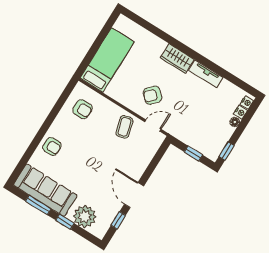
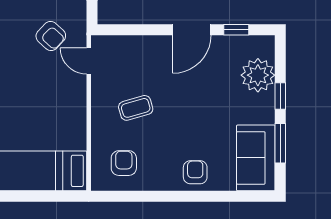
armchair: (152, 95) -> (51, 36), moved
coffee table: (124, 127) -> (136, 108), moved
sofa: (45, 190) -> (256, 158), width x0.73

